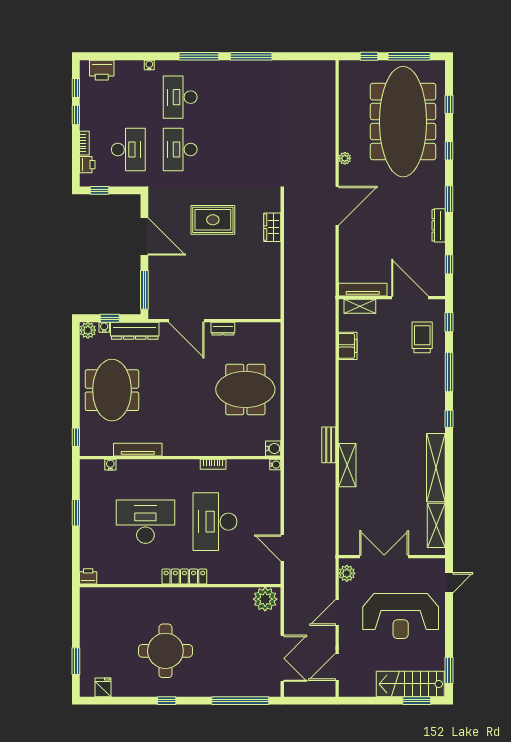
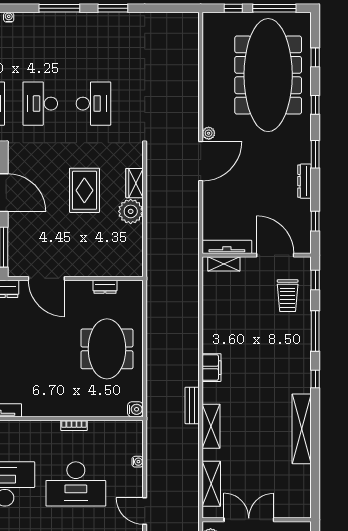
window: (251, 56) -> (113, 8), width x0.69
desk: (180, 97) -> (93, 104), moved, turned 180
plant: (345, 158) -> (209, 133), moved
rug: (213, 220) -> (84, 190), moved, turned 90
plant: (269, 255) -> (131, 211), added
dresser: (223, 329) -> (105, 287), moved
trolley: (422, 337) -> (288, 296), turned 180
filing cabinet: (348, 346) -> (212, 368), moved
meeting table: (245, 389) -> (107, 349), turned 90
water cooler: (275, 465) -> (138, 462), moved
desk: (215, 522) -> (76, 484), turned -90
shelving: (436, 525) -> (211, 484), moved

